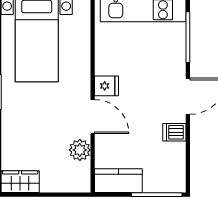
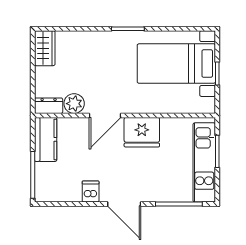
fridge: (107, 86) -> (142, 132), width x1.88, depth x1.34
dresser: (82, 177) -> (49, 106), added

